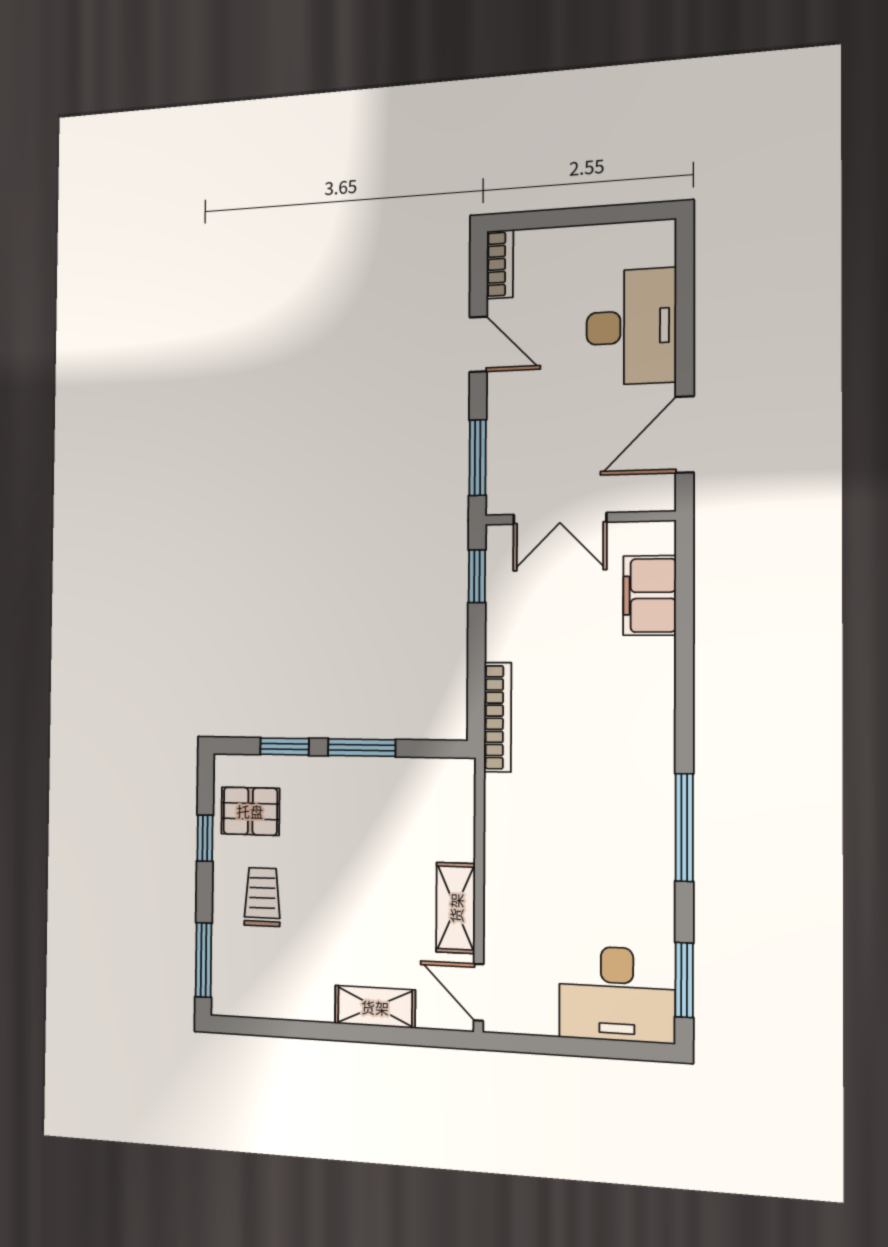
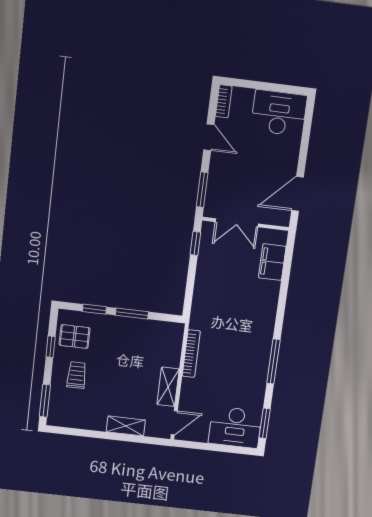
desk: (631, 327) -> (279, 113), moved, turned -90
bookcase: (498, 717) -> (191, 354), moved
door: (479, 992) -> (174, 423), swing flipped

